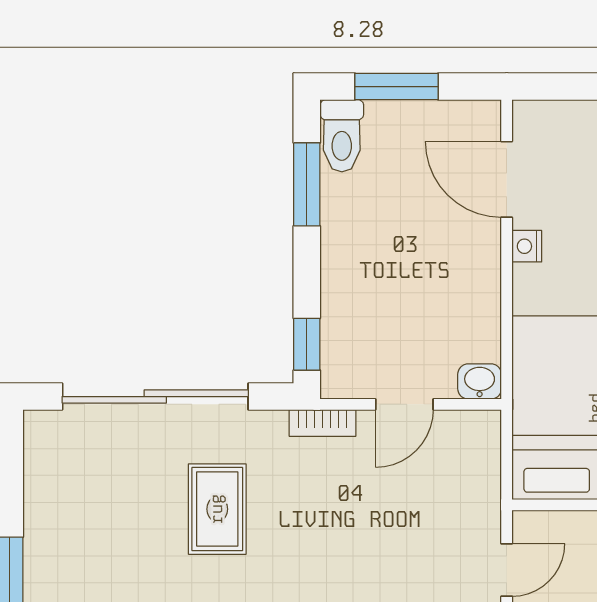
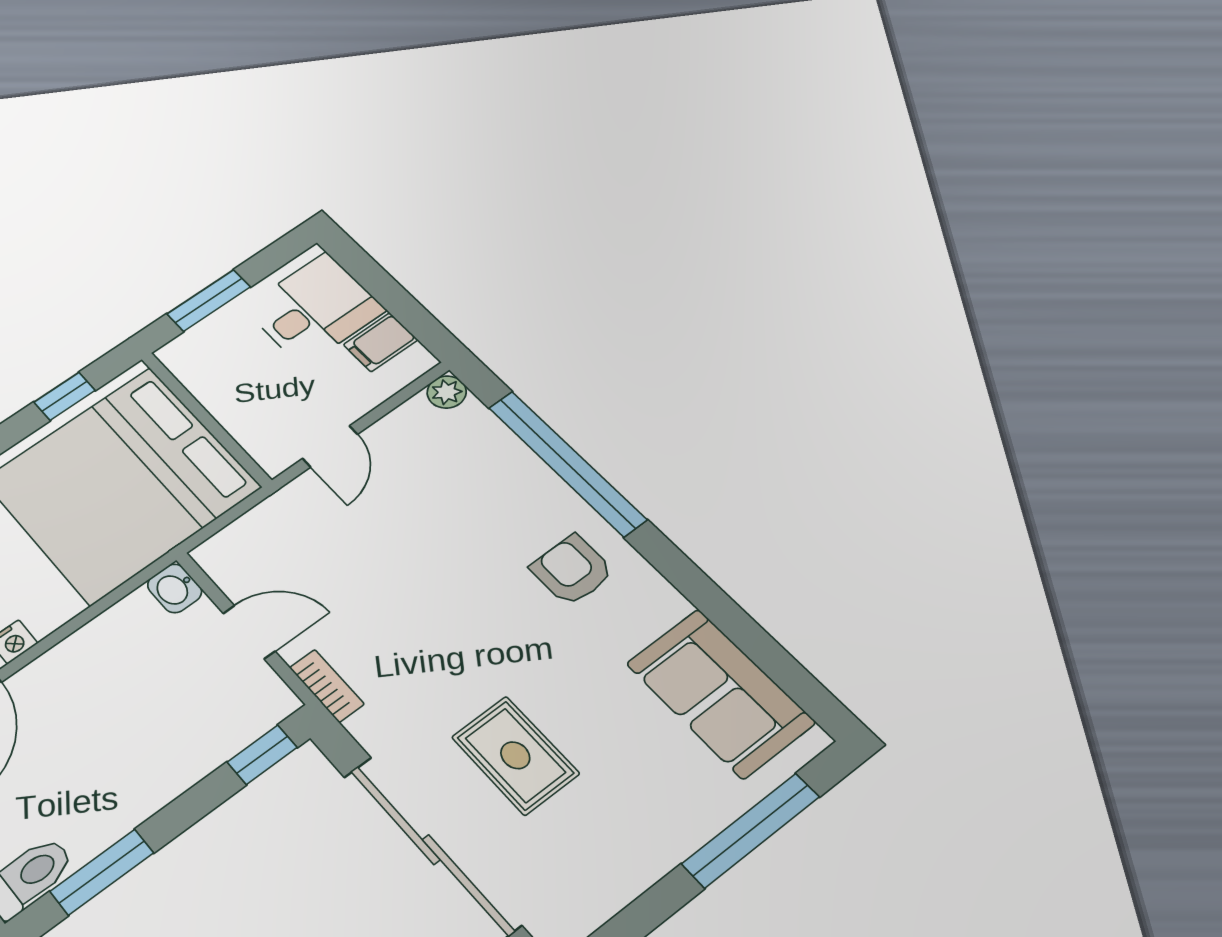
rug: (217, 509) -> (515, 755), moved, turned 90
door: (507, 570) -> (330, 446), swing flipped

